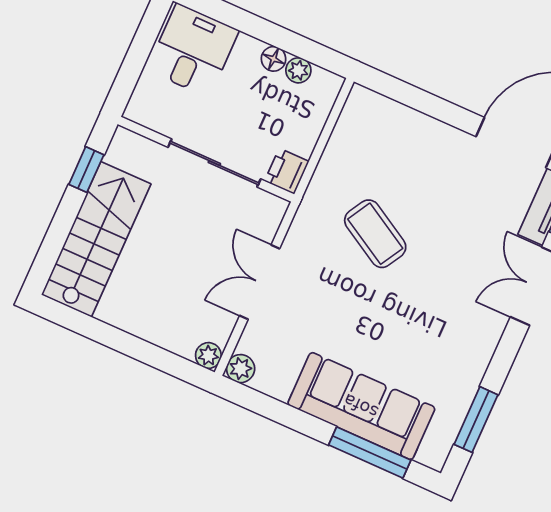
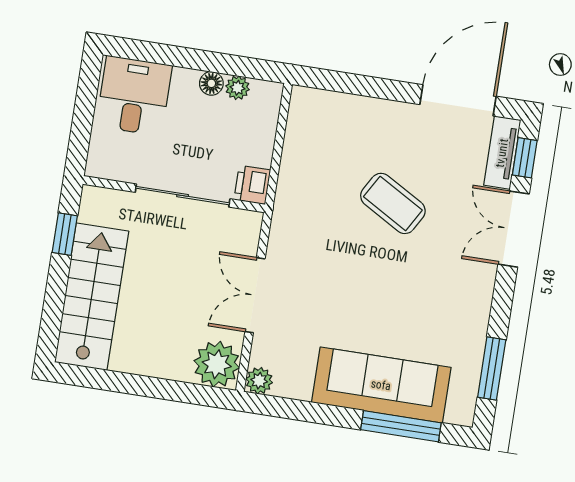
coffee table: (375, 234) -> (393, 203), moved
plant: (208, 355) -> (217, 364), width x1.88, depth x1.88

